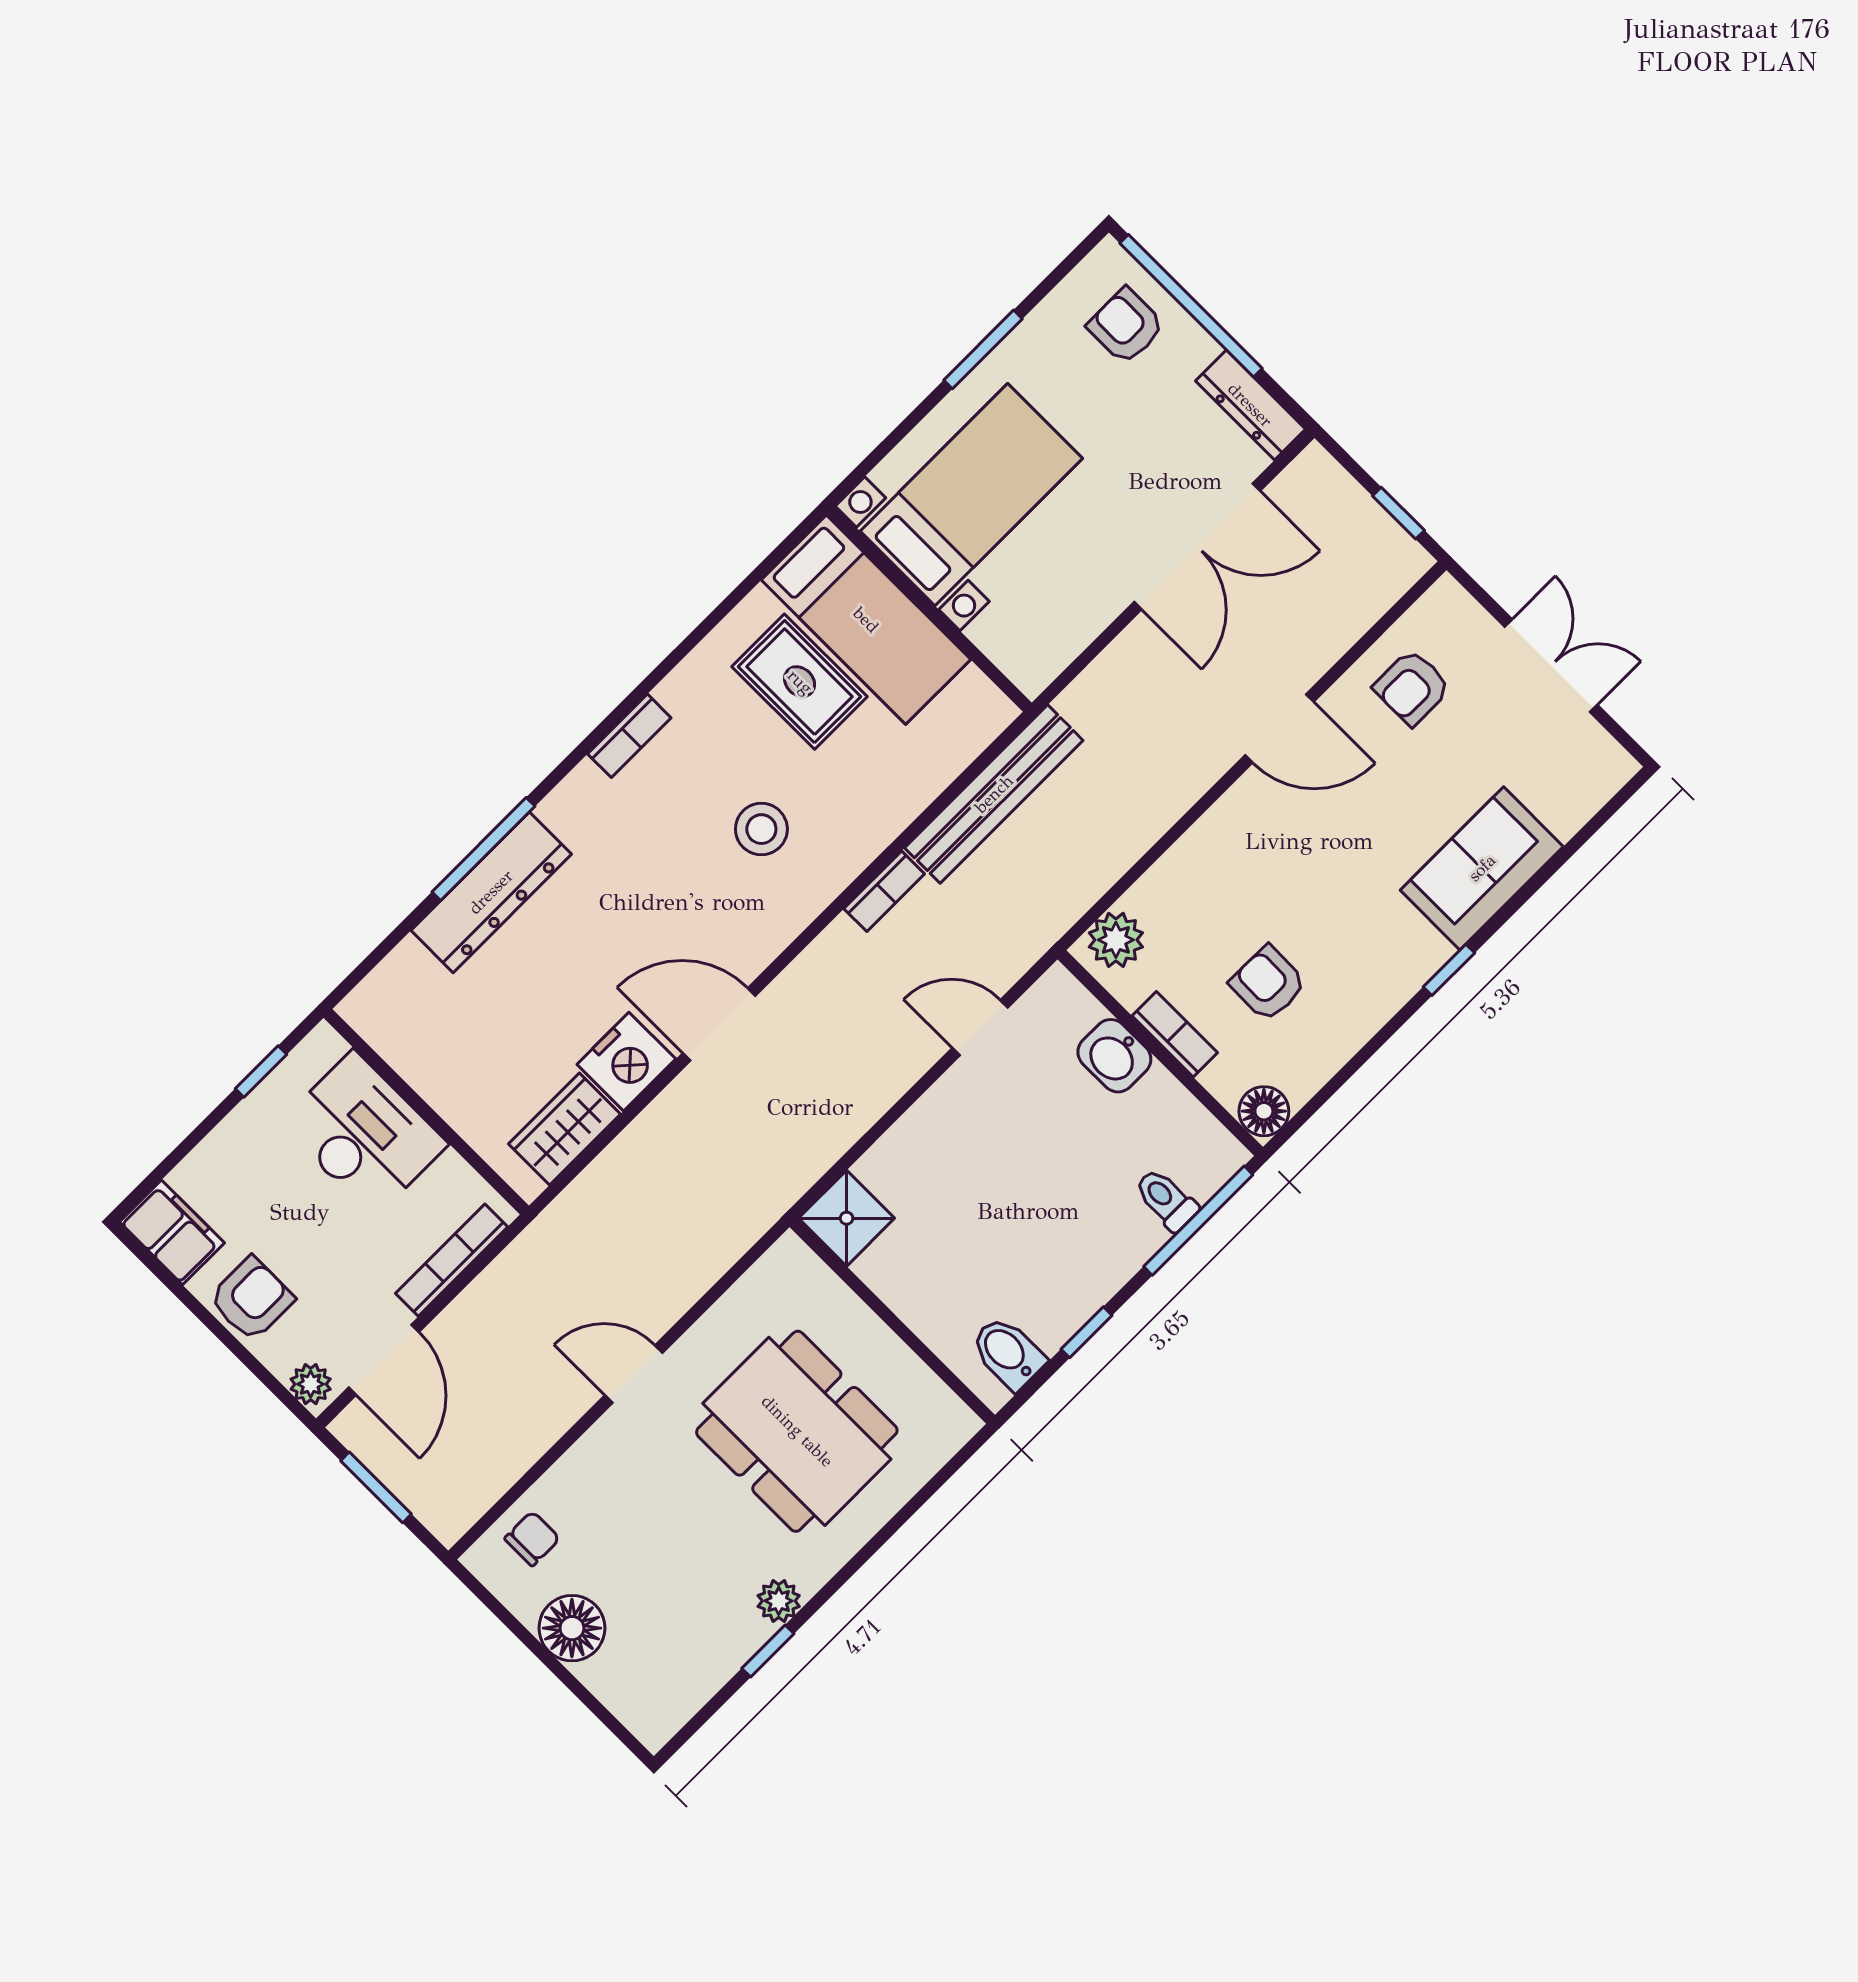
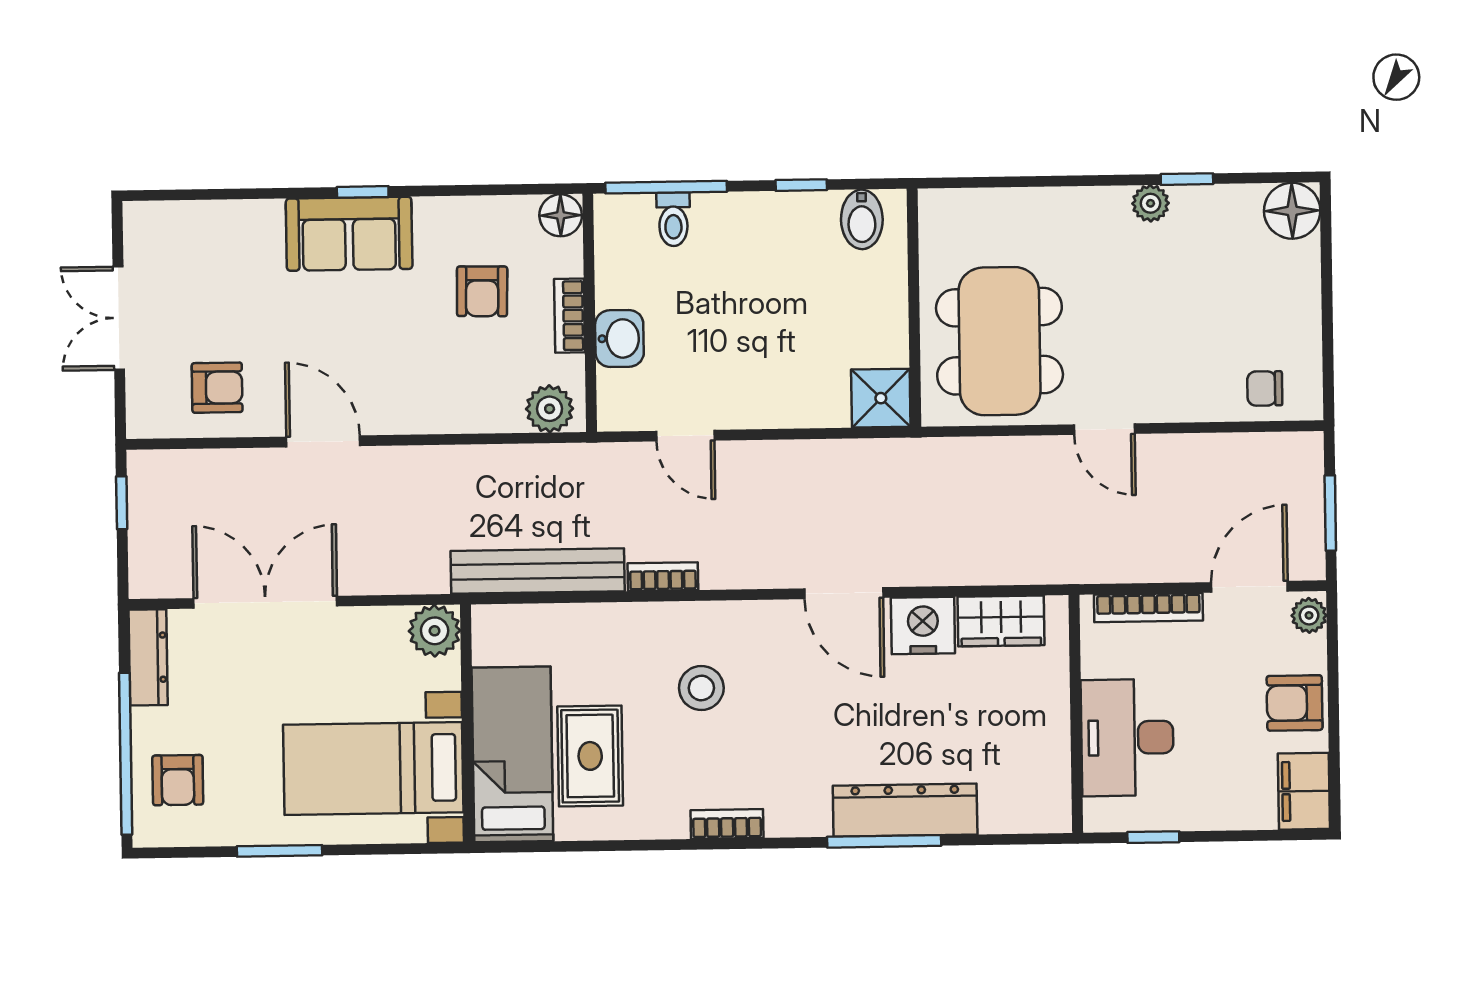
plant: (1032, 660) -> (435, 631), added
sofa: (1482, 868) -> (349, 234), moved
dining table: (797, 1431) -> (999, 341), moved
floor lamp: (572, 1628) -> (1292, 211), moved

